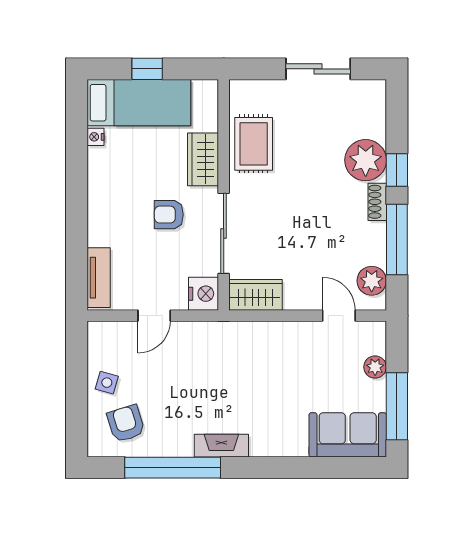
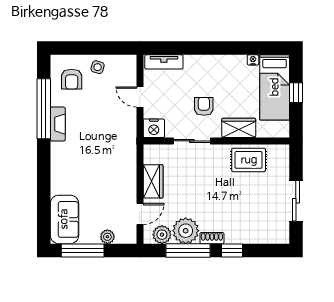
plant: (366, 160) -> (186, 231), moved
sliding door: (224, 233) -> (192, 141), width x0.73
wardrobe: (255, 295) -> (153, 181), moved
armchair: (126, 424) -> (72, 79), turned 107
fireplace: (221, 446) -> (58, 124), moved

